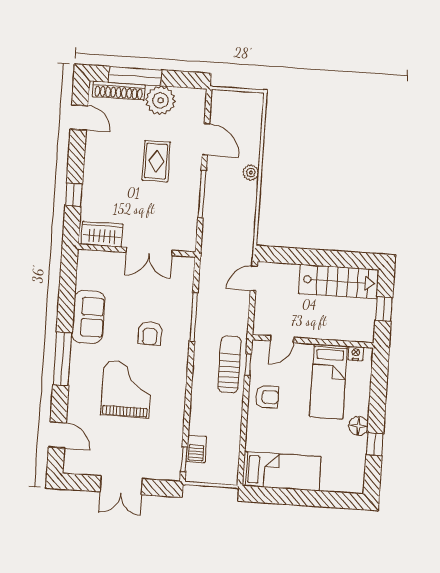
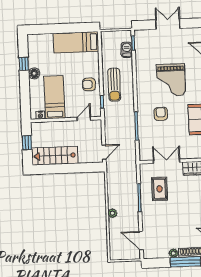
plant: (160, 100) -> (173, 253), width x0.53, depth x0.53
door: (206, 139) -> (141, 241), moved
rug: (156, 161) -> (160, 189), moved
sun lounger: (230, 364) -> (114, 85), moved

